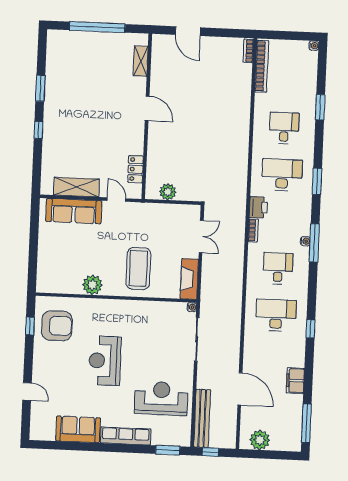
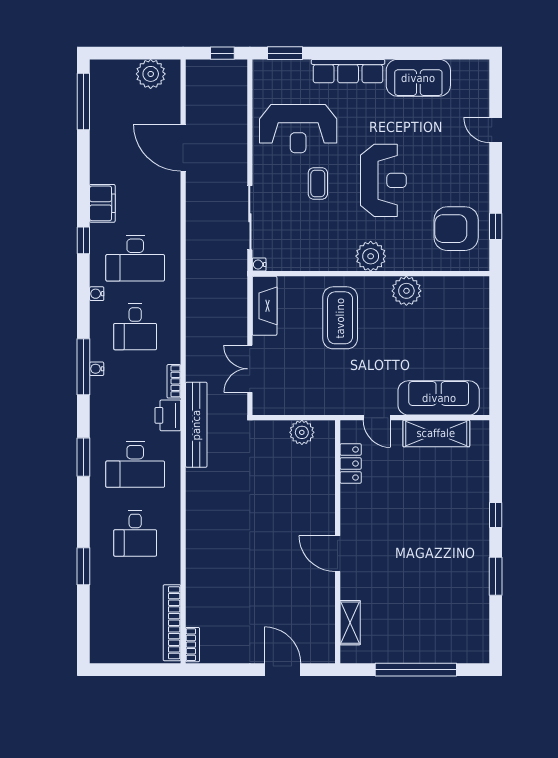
water cooler: (314, 46) -> (97, 294), moved
plant: (116, 309) -> (371, 256), added
coffee table: (149, 361) -> (318, 183), added
filing cabinet: (295, 381) -> (102, 203), moved
bench: (202, 418) -> (196, 425), moved

